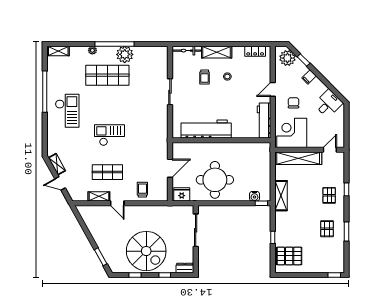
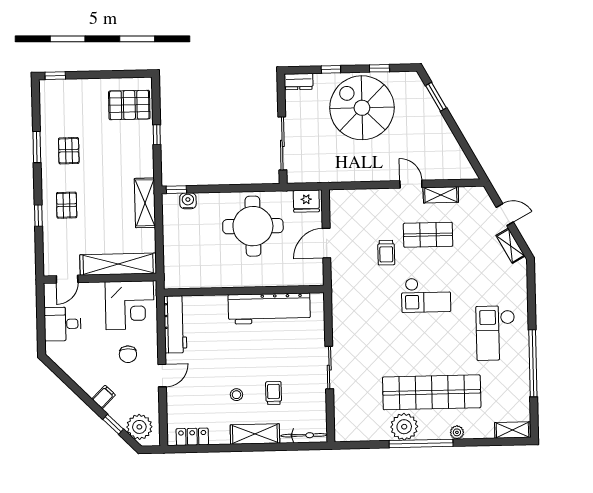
shop shelf: (107, 75) -> (432, 392), width x1.40
desk: (328, 104) -> (63, 324), moved, turned 45
trolley: (142, 190) -> (386, 253), moved

